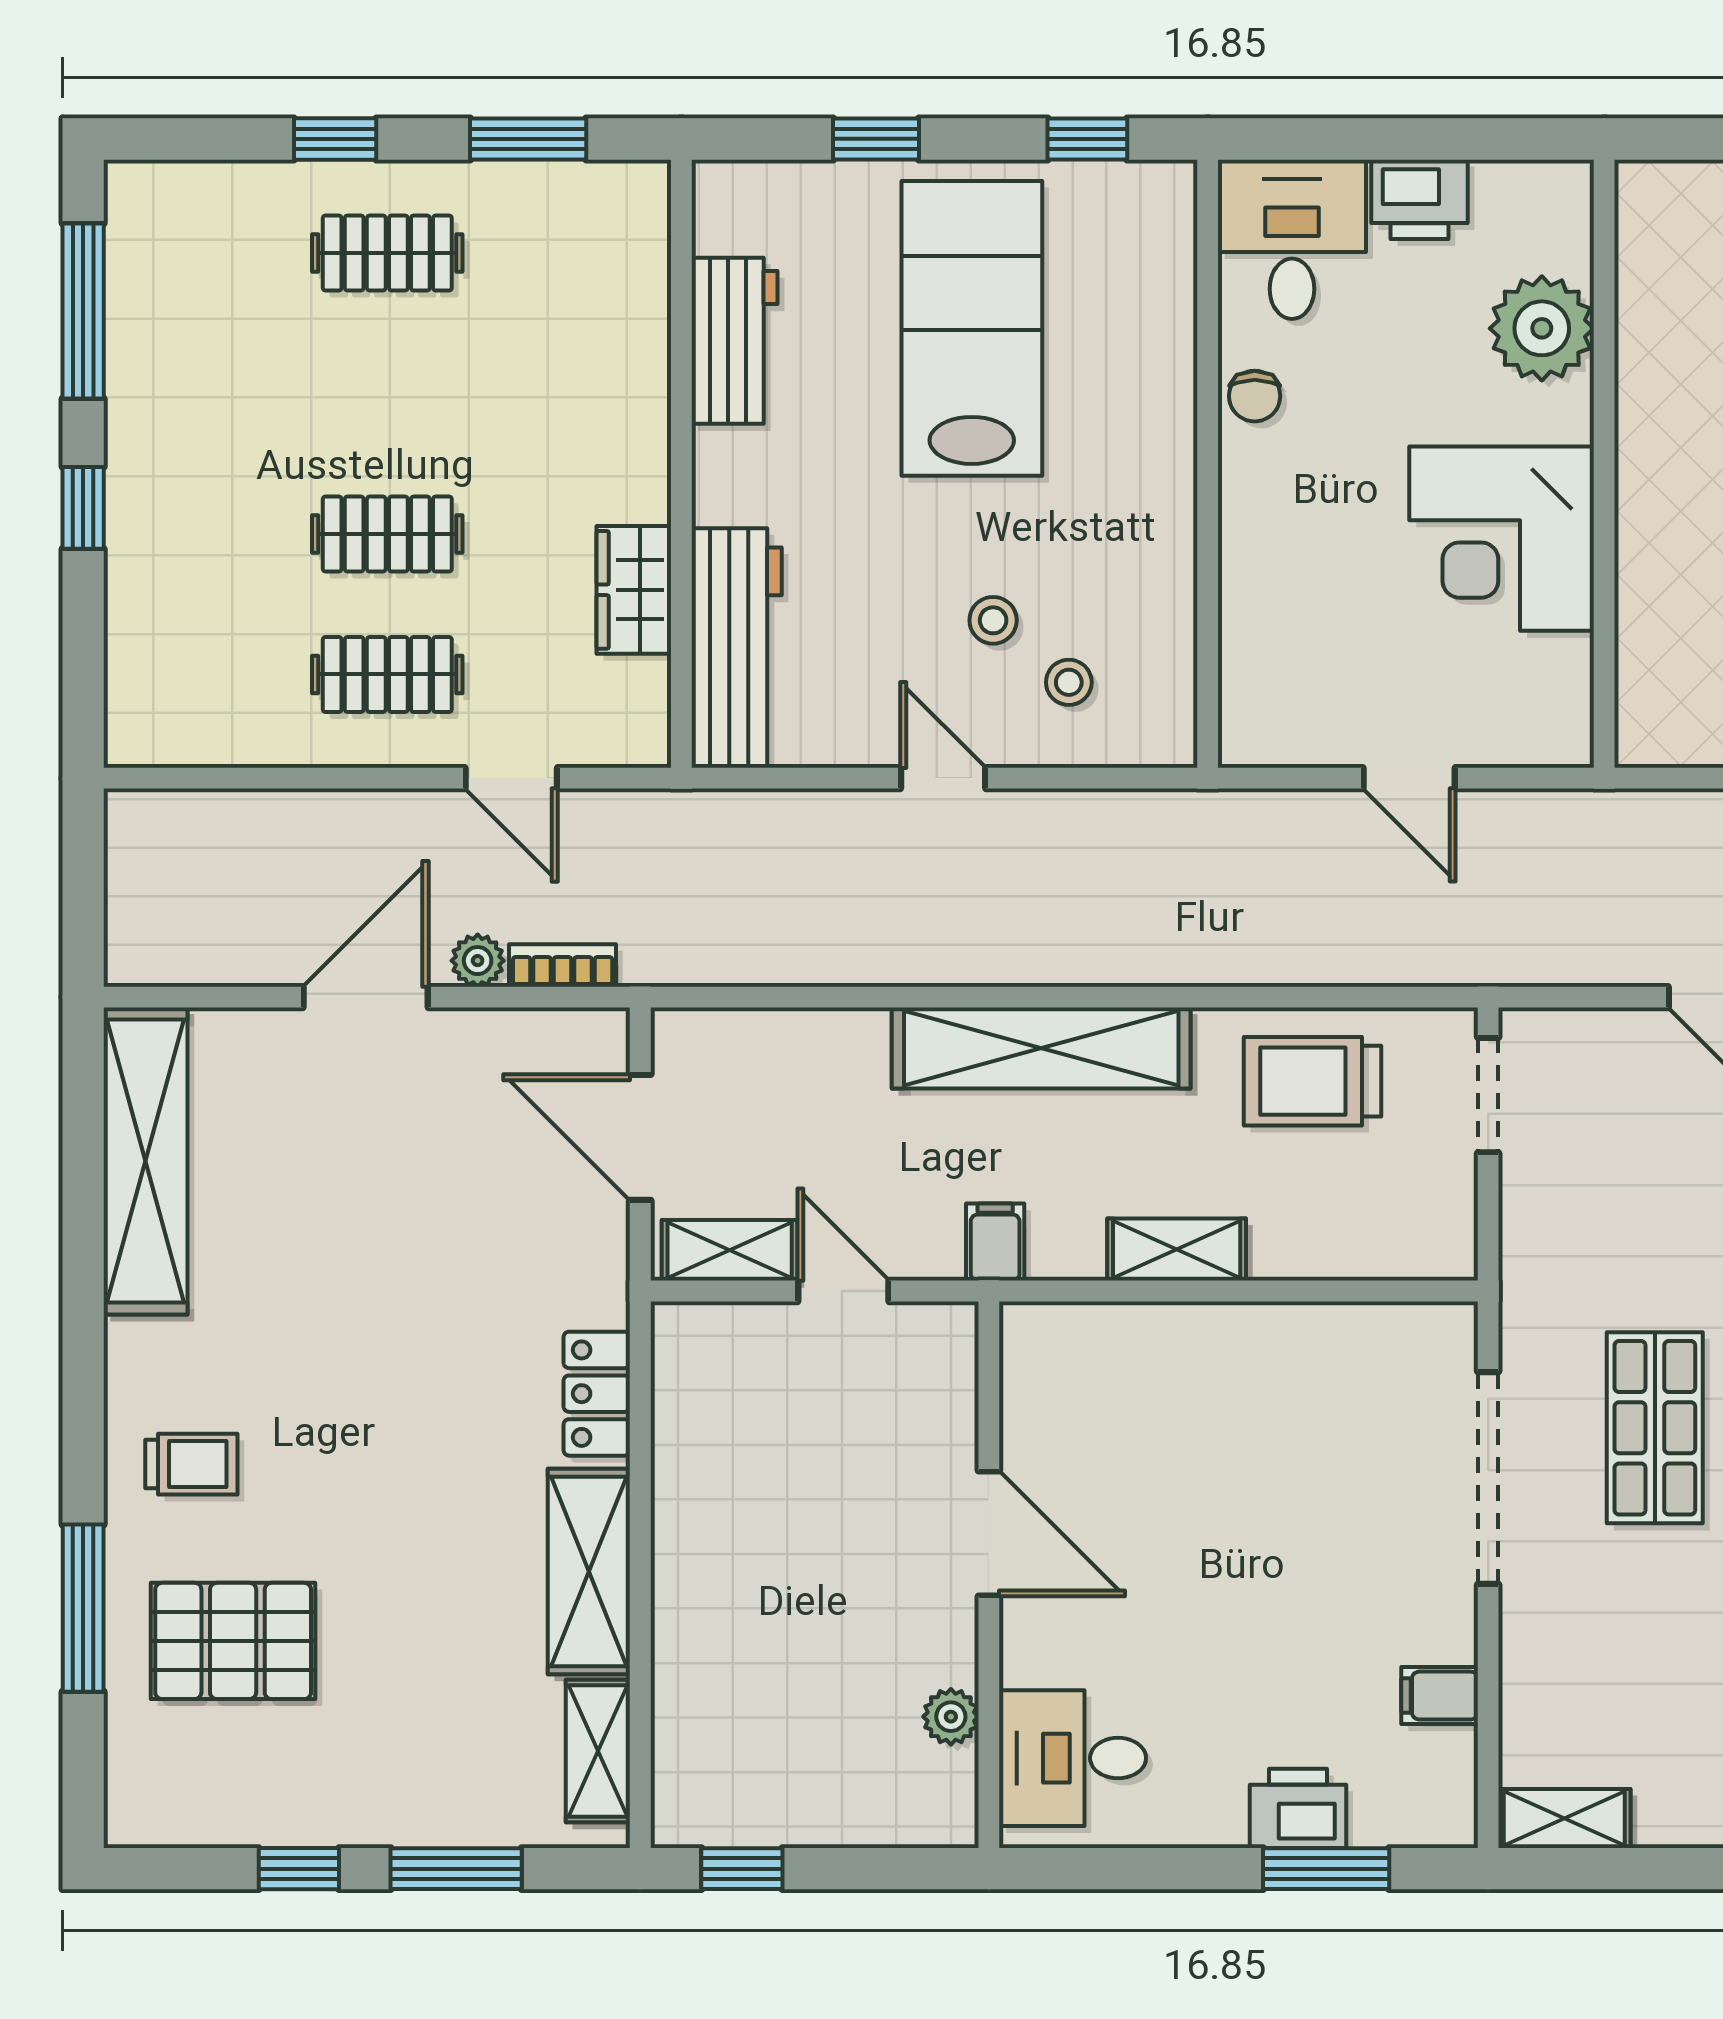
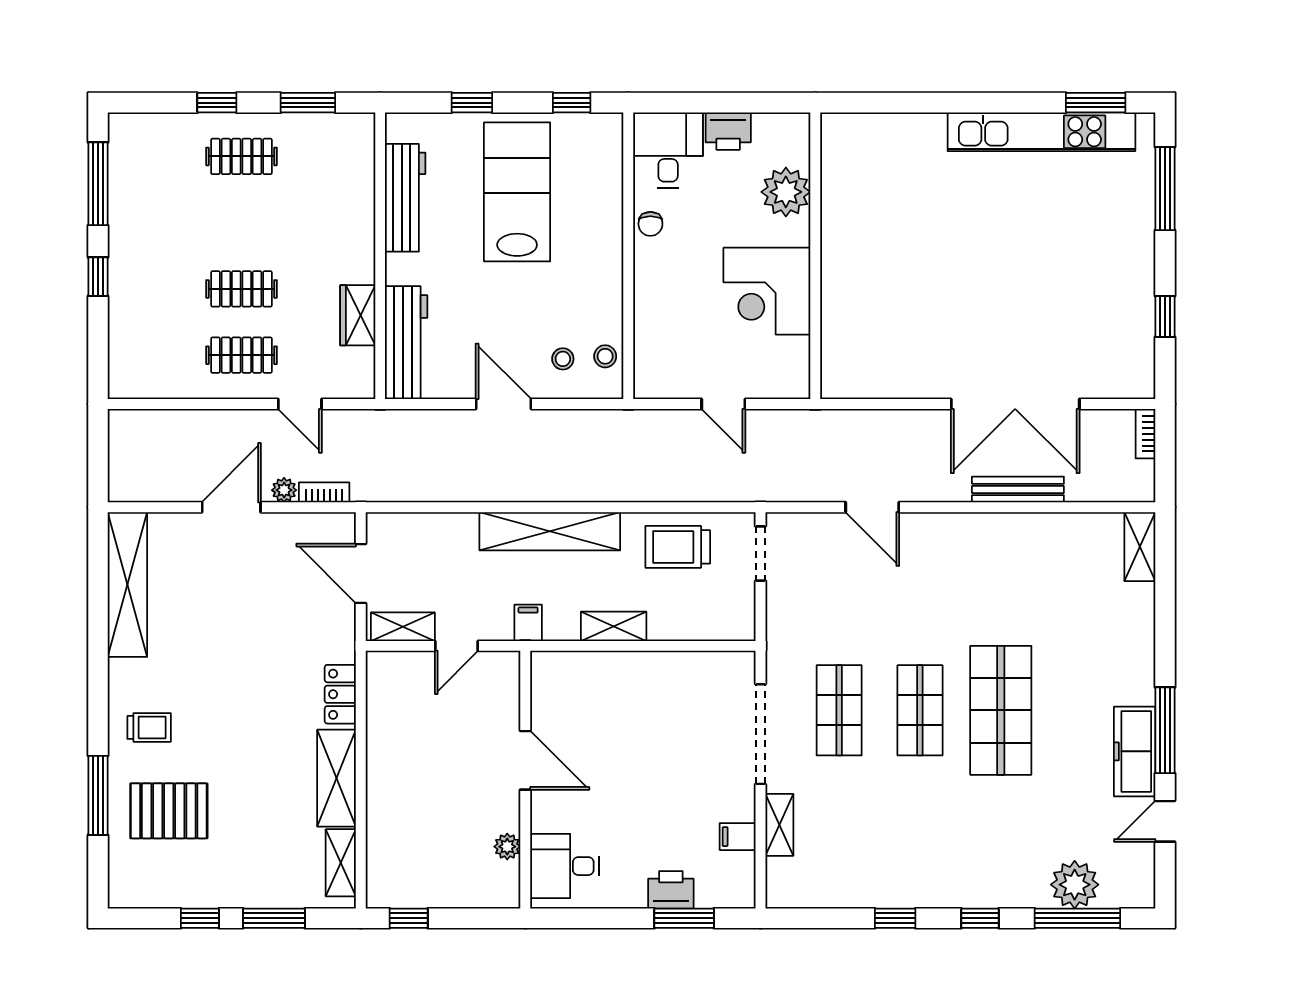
workbench: (734, 341) -> (405, 198), width x1.38
stool: (993, 620) -> (605, 356), moved
door: (943, 778) -> (504, 404), width x1.38
door: (843, 1291) -> (457, 646), swing flipped
shelving: (1564, 1819) -> (779, 825), moved, turned 90

